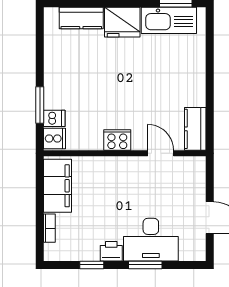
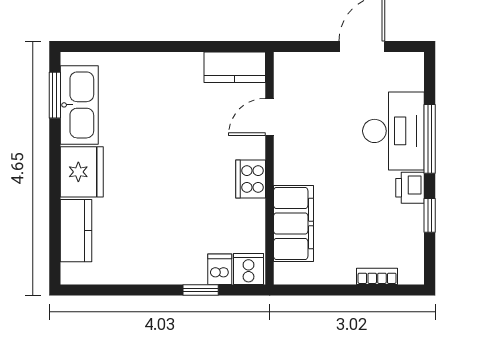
window: (40, 105) -> (201, 290), width x0.67
filing cabinet: (57, 186) -> (294, 223), moved, turned 90
window: (145, 265) -> (430, 139), width x1.44

